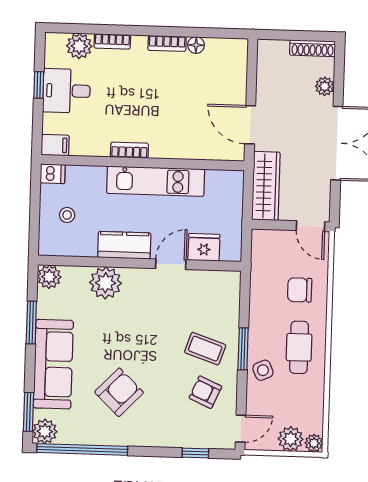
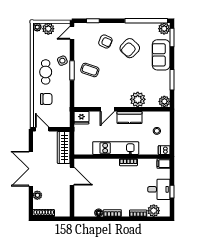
fridge: (204, 247) -> (81, 118), moved
sofa: (53, 364) -> (161, 55), width x0.73
armchair: (205, 392) -> (105, 42), moved

